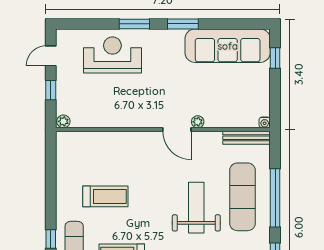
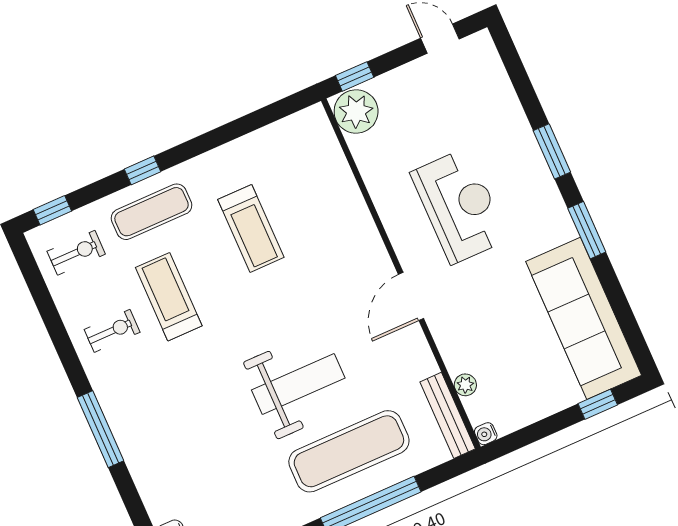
reception desk: (112, 55) -> (459, 206), moved
window: (51, 90) -> (355, 76), moved
plant: (63, 121) -> (356, 111), width x1.88, depth x1.88
plant: (198, 122) -> (465, 385), moved

